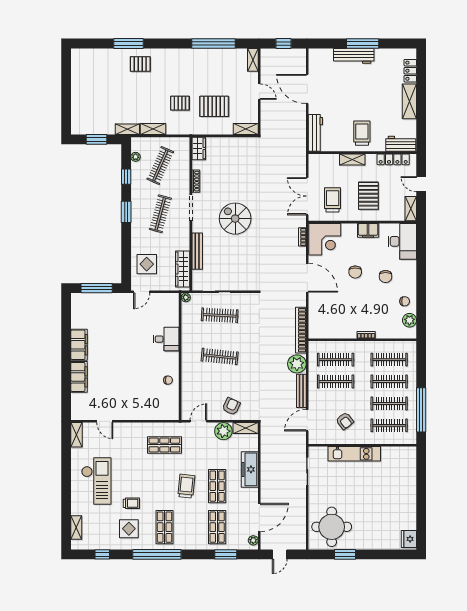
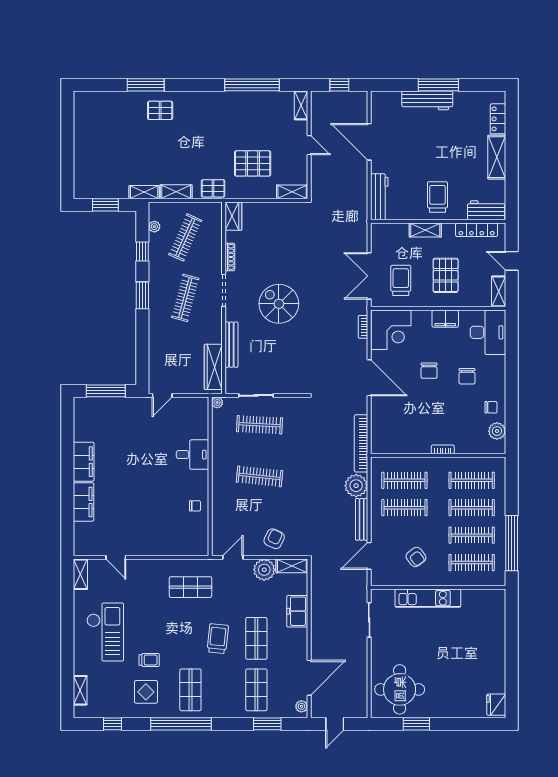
pallet: (180, 103) -> (213, 188), moved
display table: (147, 264) -> (168, 361), removed
freezer: (250, 469) -> (297, 611), width x0.71

